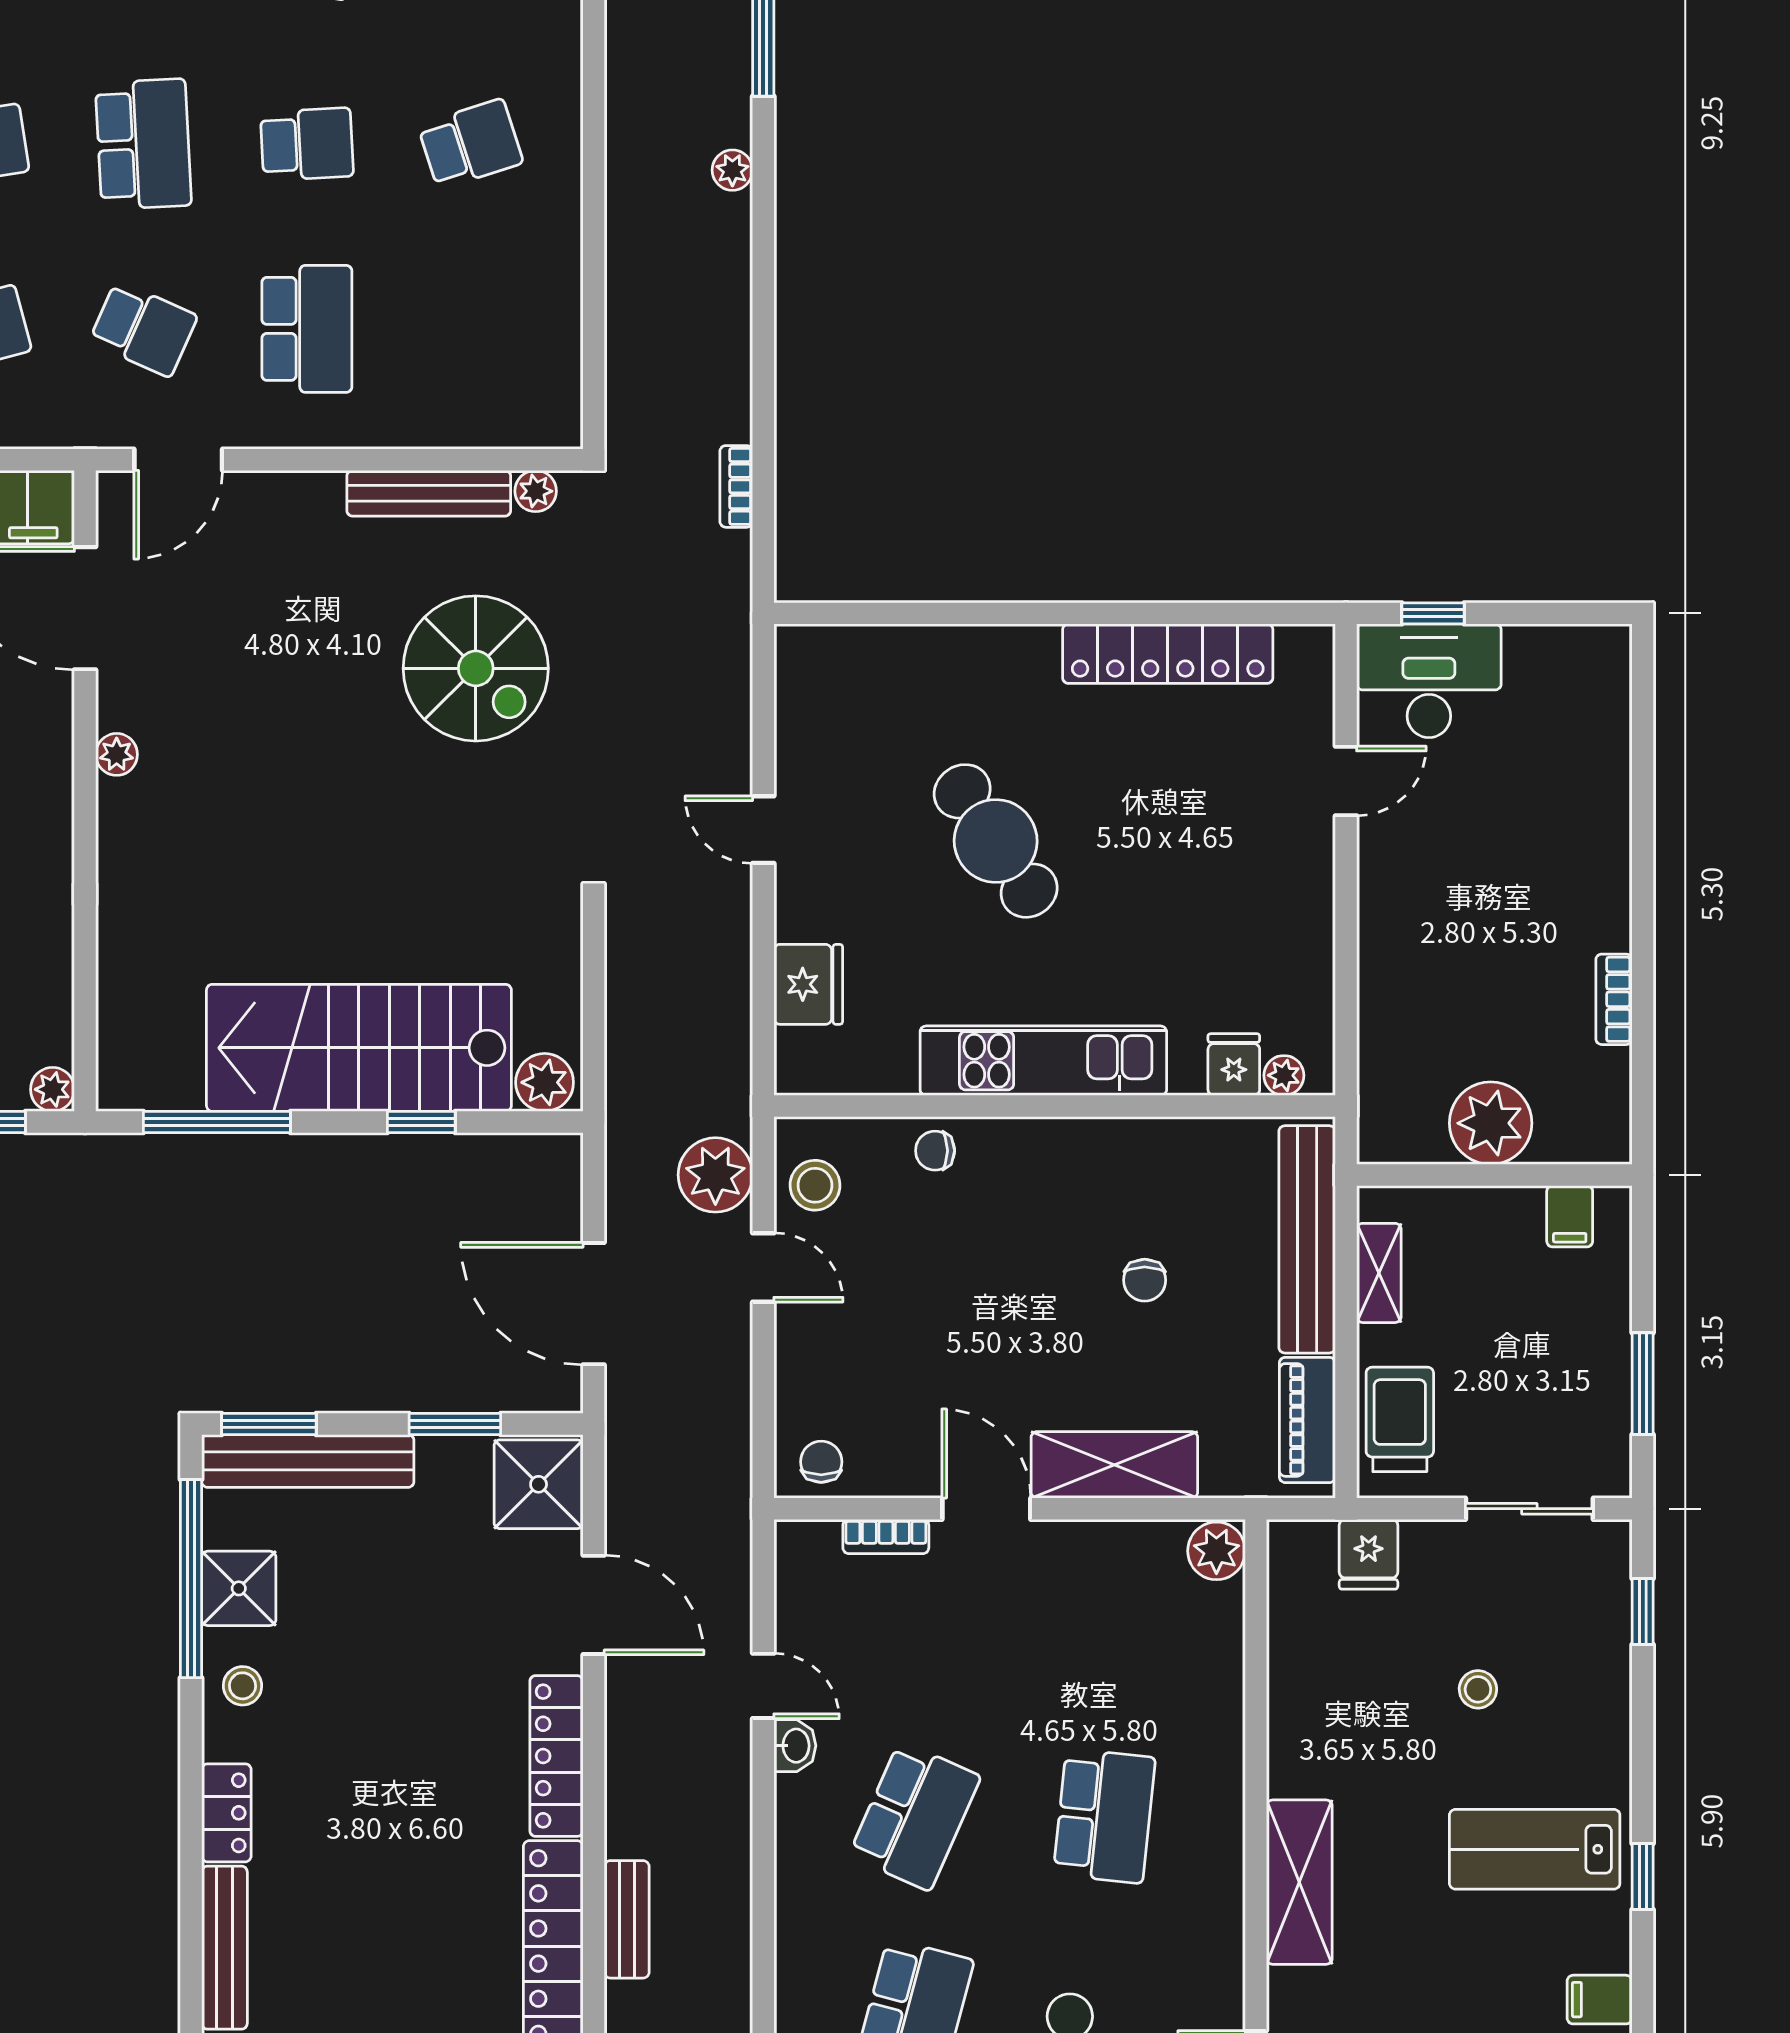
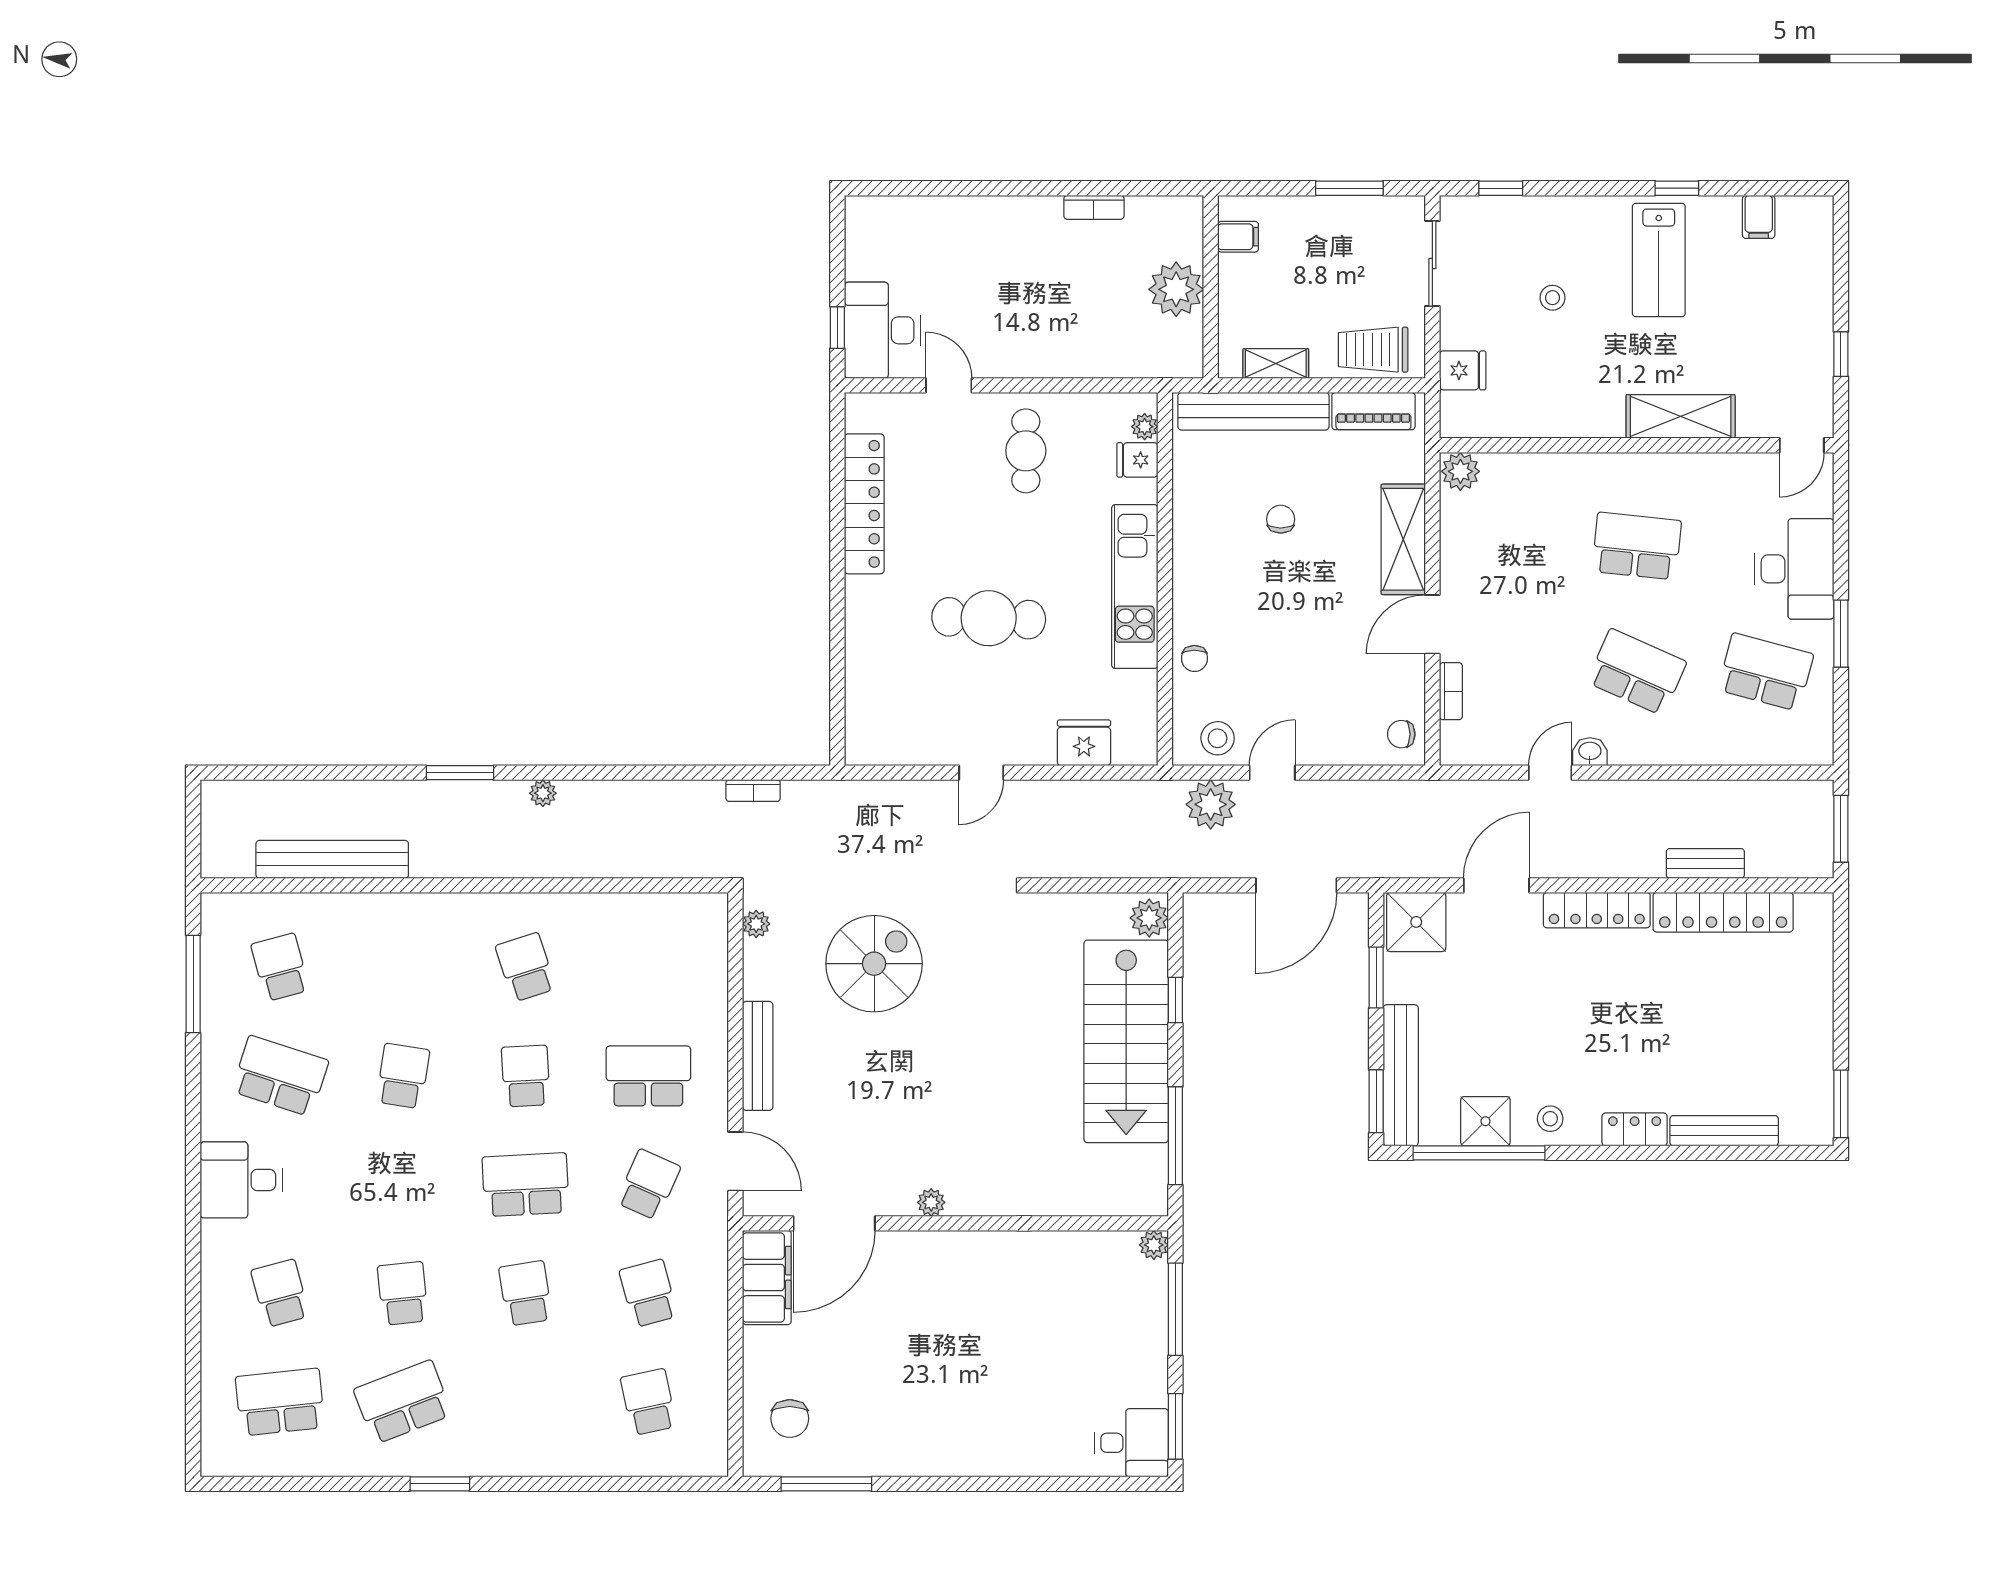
bench: (429, 493) -> (758, 1056), moved
cafe table: (996, 841) -> (989, 618), turned 36
cafe table: (1247, 897) -> (1026, 451), added
chair: (1145, 1280) -> (1281, 519), turned -90

